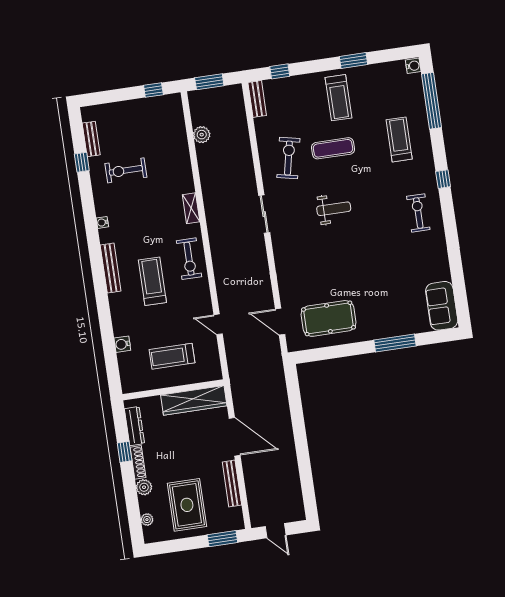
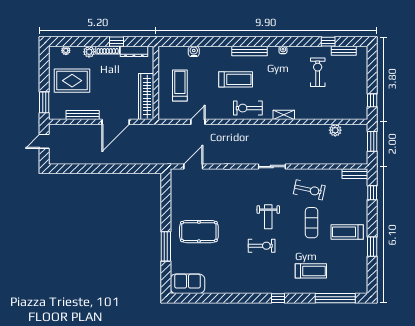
water cooler: (413, 66) -> (362, 289), removed
exercise bike: (418, 213) -> (262, 246), moved
pool table: (328, 318) -> (199, 232), moved, turned 90

